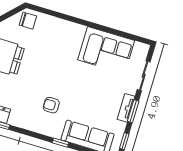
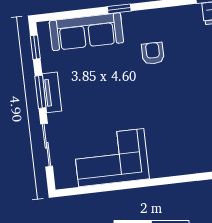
armchair: (51, 105) -> (153, 53), turned -90

